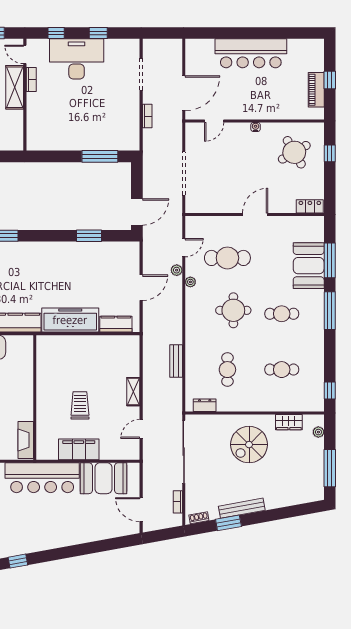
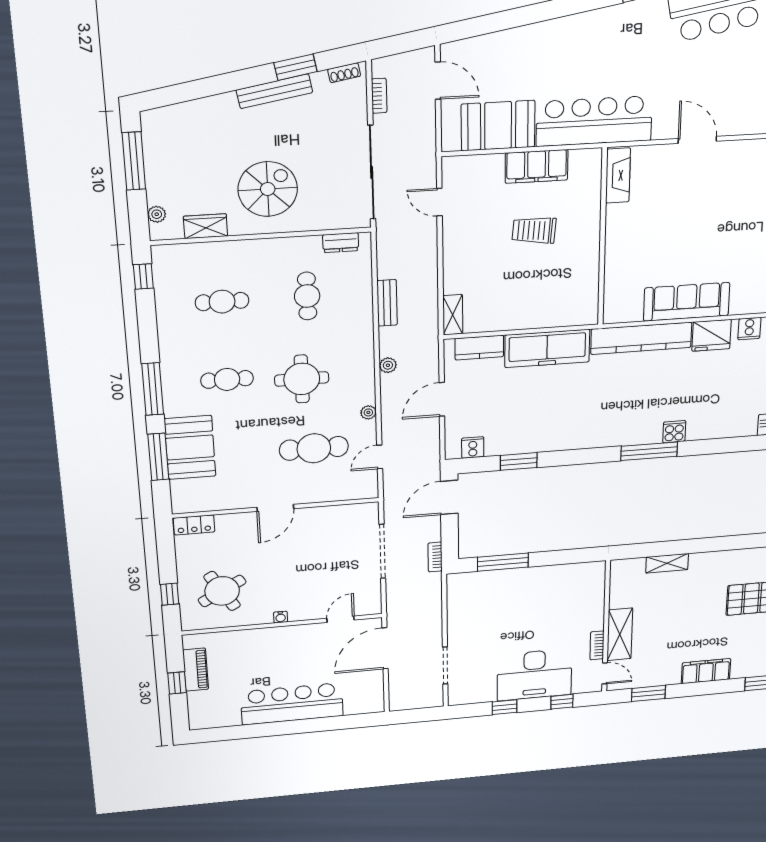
bookcase: (147, 116) -> (435, 557), moved
cooker: (121, 249) -> (473, 447), added
plant: (177, 270) -> (388, 365), moved
shelving: (133, 392) -> (453, 315), moved
trolley: (80, 405) -> (534, 230), turned 95
door: (141, 429) -> (439, 202), swing flipped

